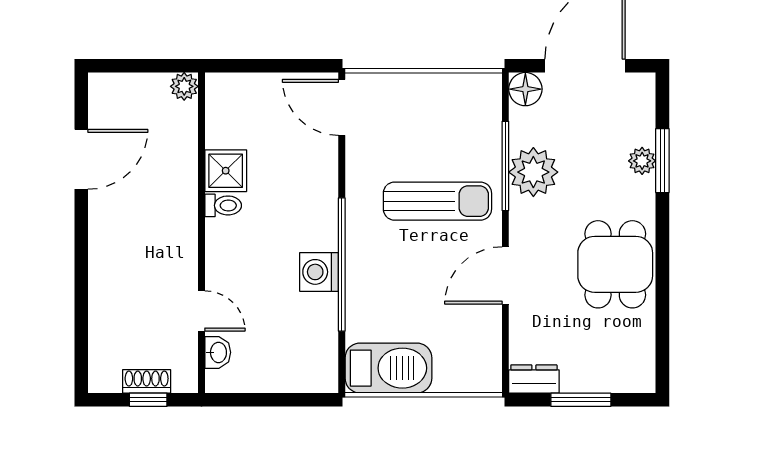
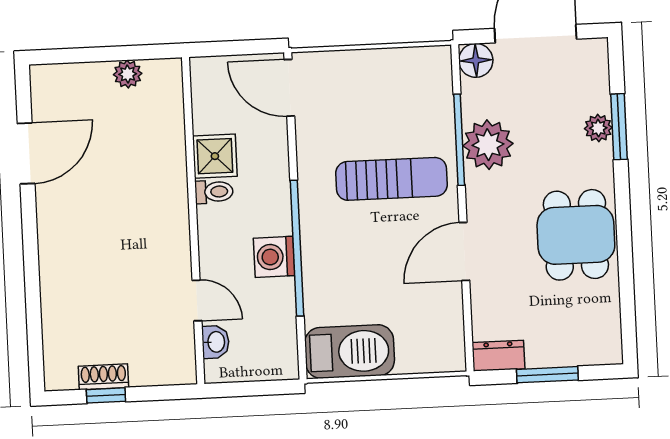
shower: (226, 171) -> (215, 156), moved
toilet: (223, 205) -> (214, 192), moved
wall: (201, 233) -> (193, 221), moved
door: (201, 311) -> (197, 300), moved
washbasin: (218, 352) -> (215, 342), moved

